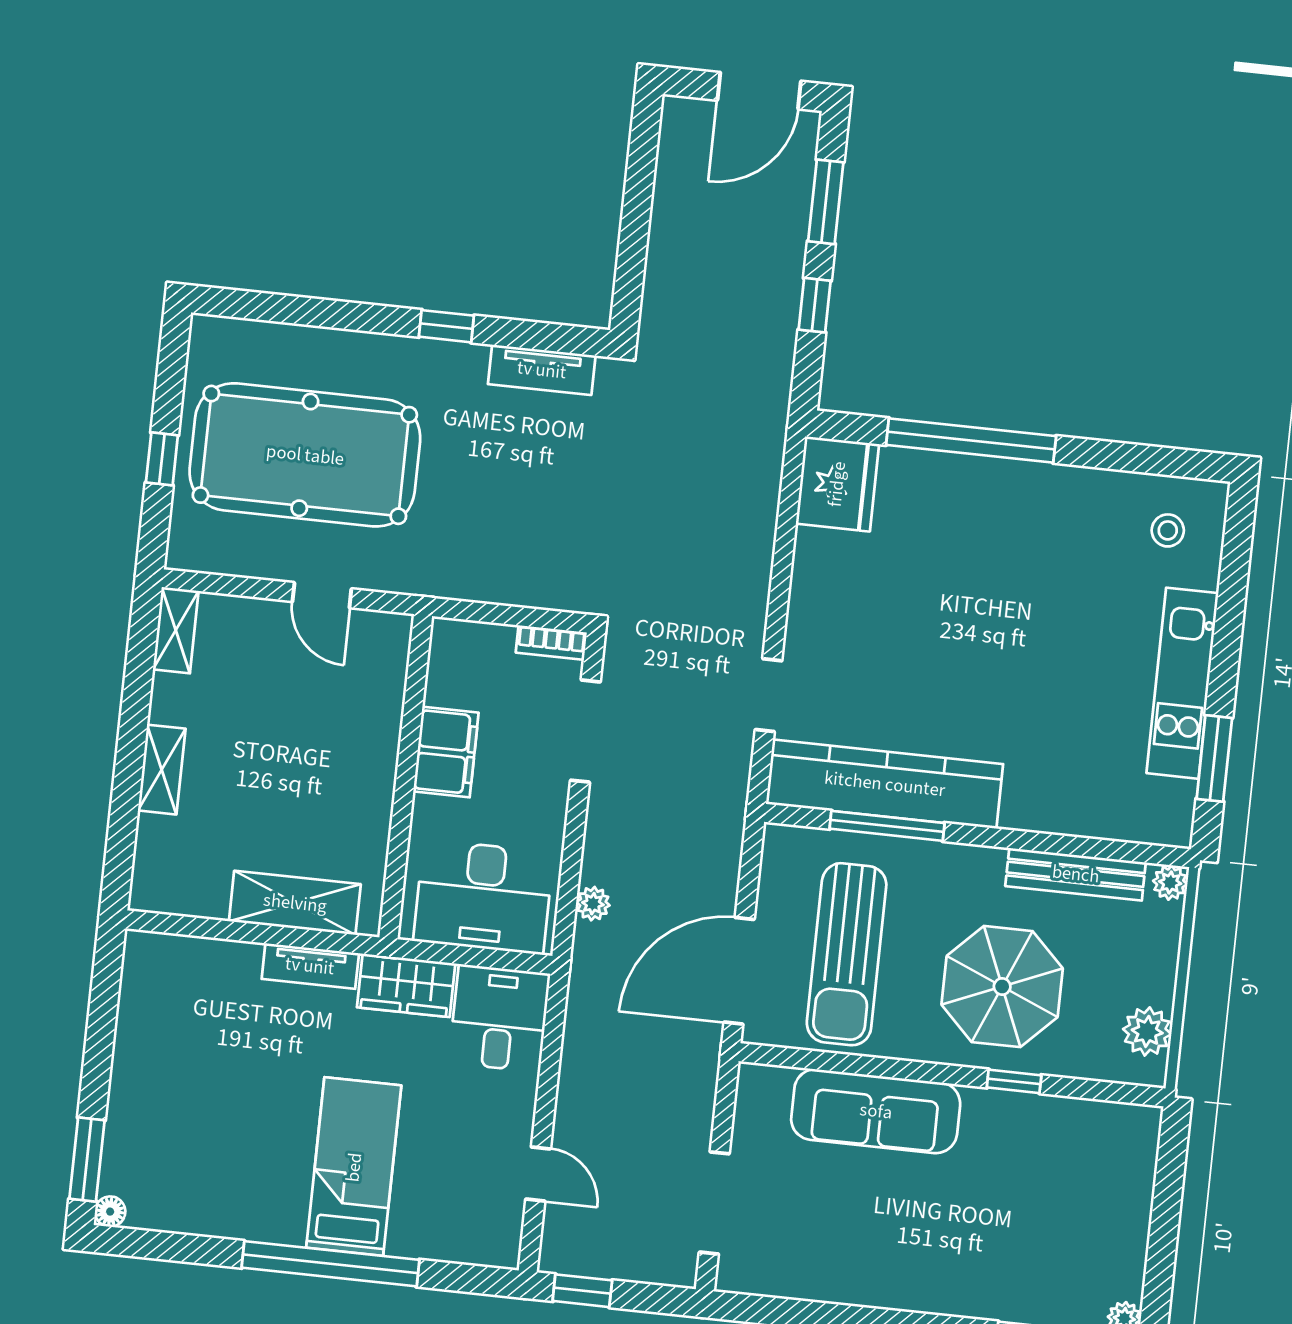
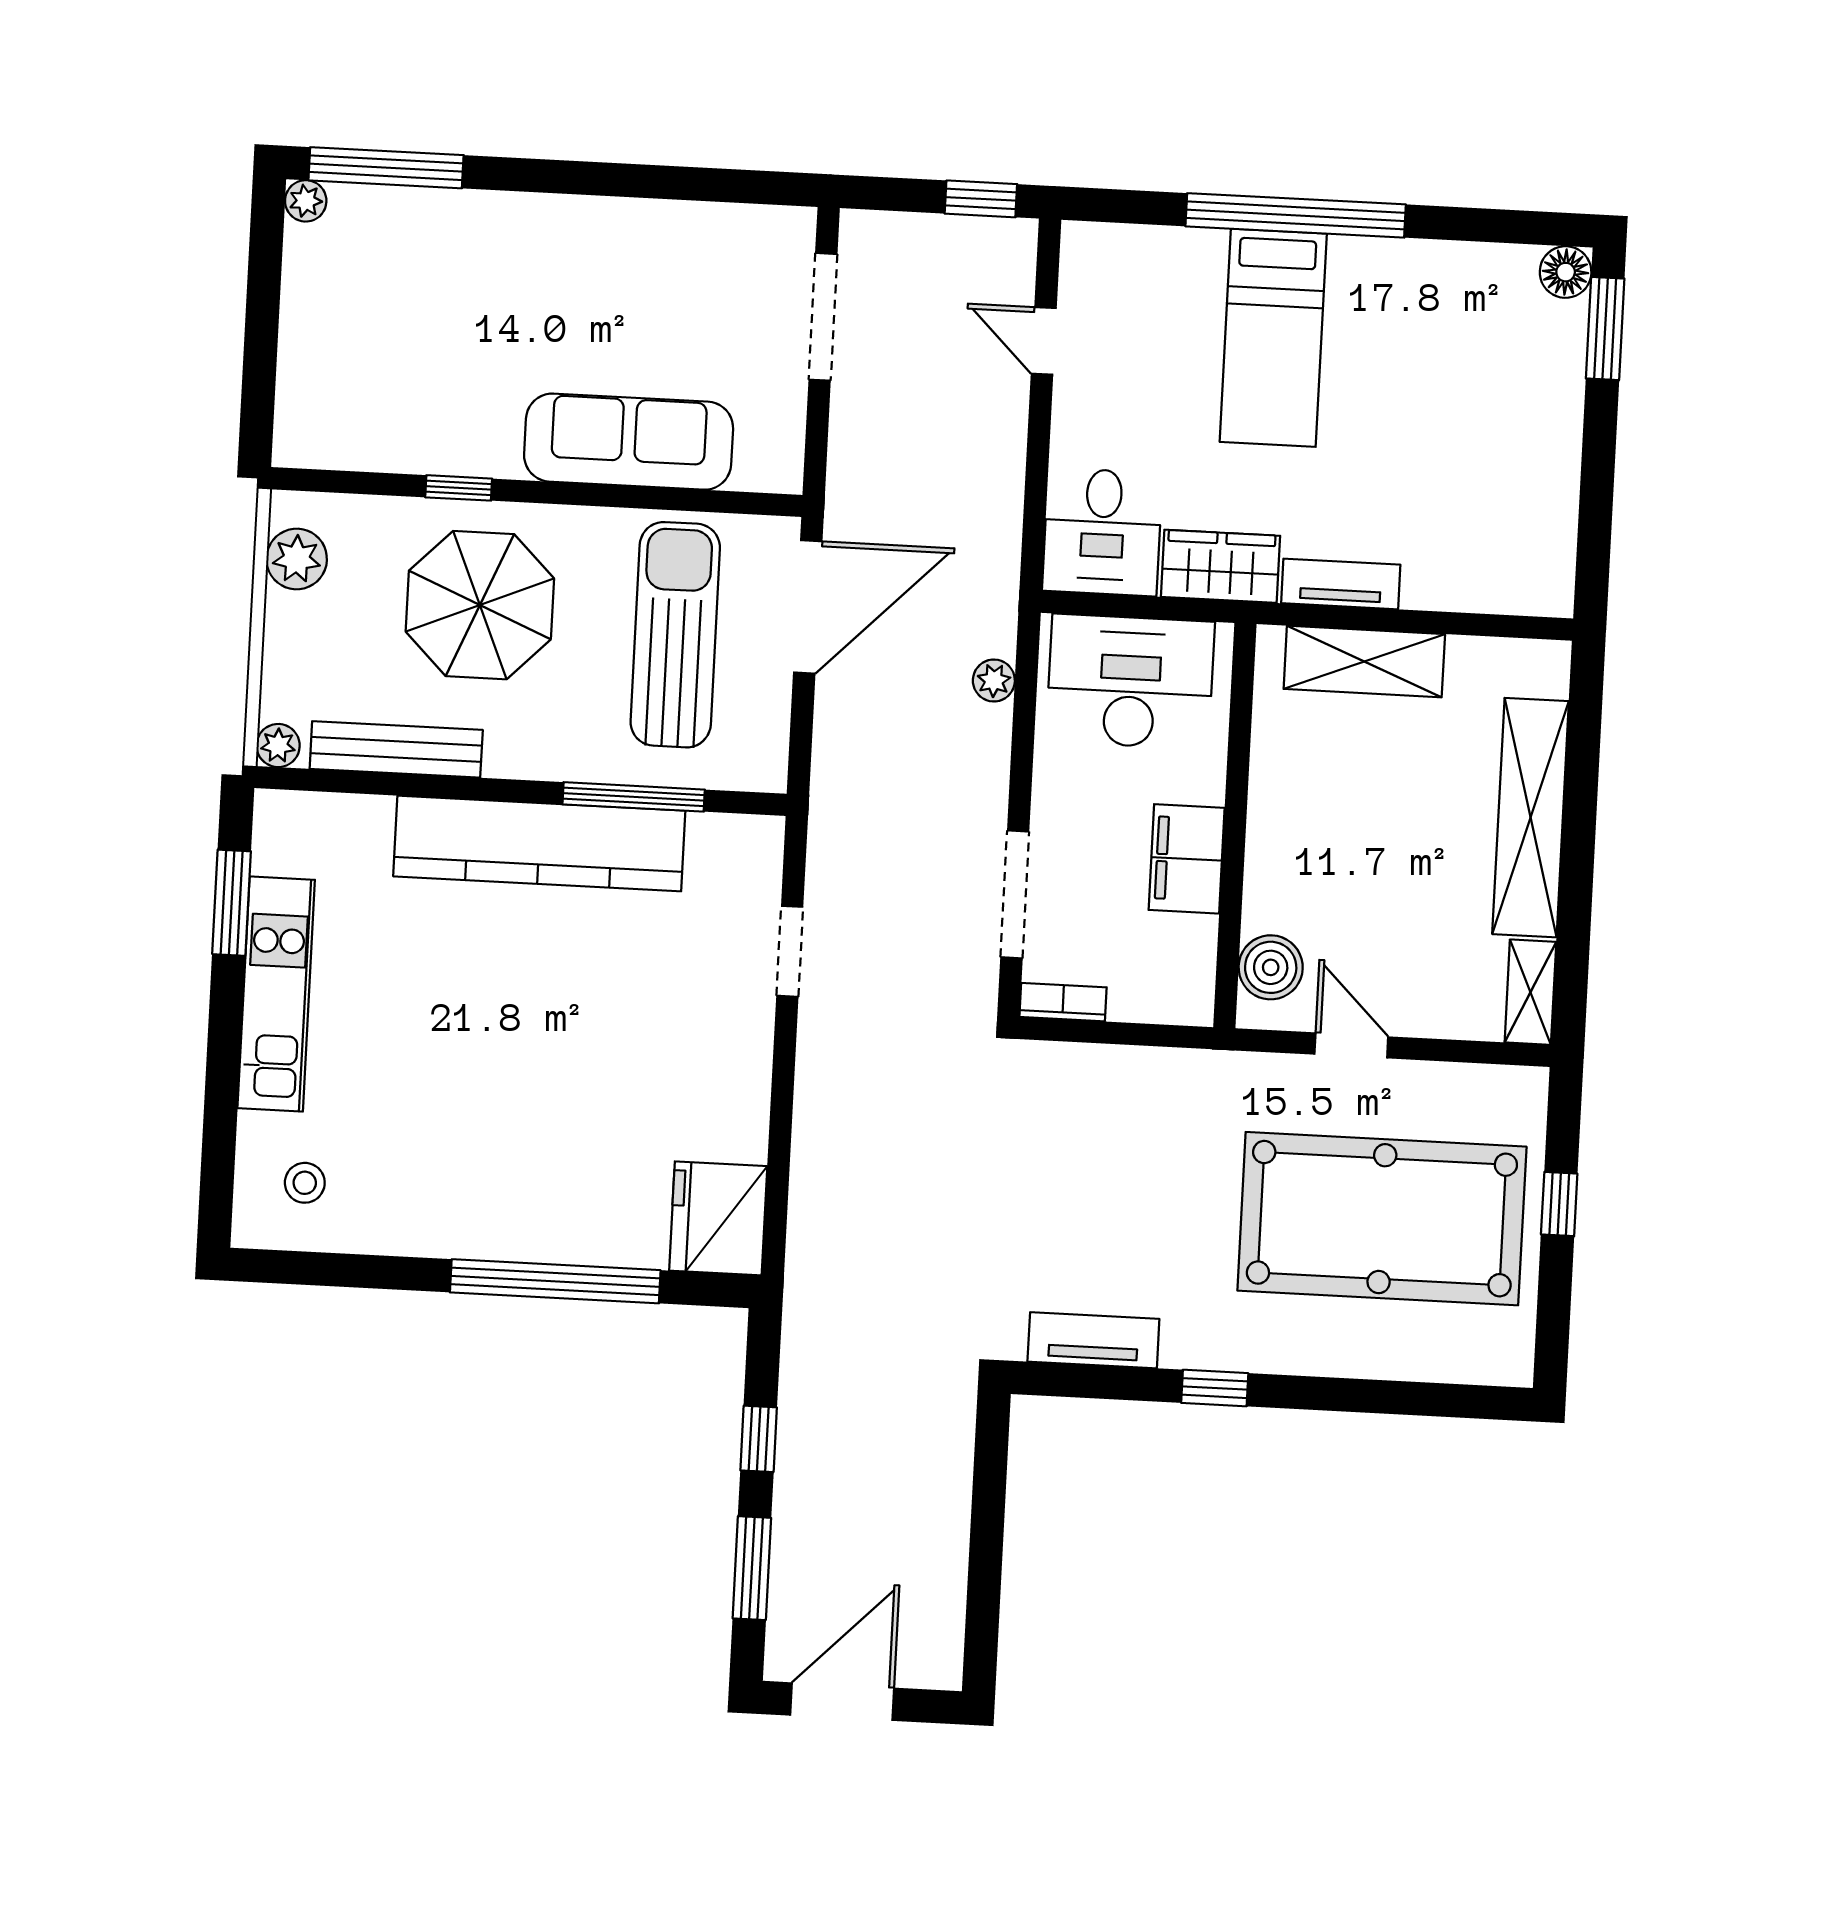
boiler: (383, 661) -> (1271, 967), added
shelving: (162, 770) -> (1531, 818), width x2.20, depth x1.33
kitchen counter: (885, 784) -> (539, 843), moved
floor lamp: (110, 1212) -> (1566, 272), width x1.37, depth x1.37

